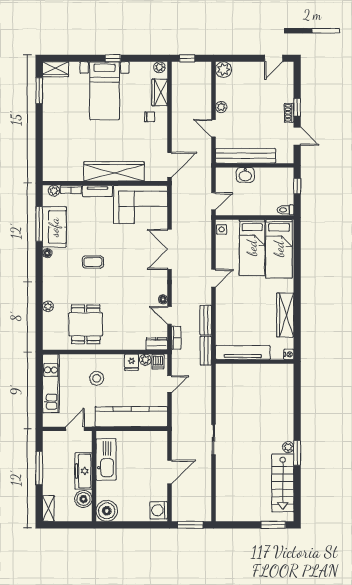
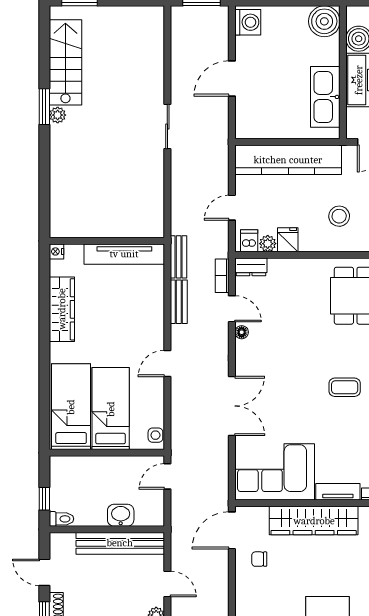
chair: (150, 117) -> (259, 559), moved
toilet: (285, 210) -> (62, 519), moved

